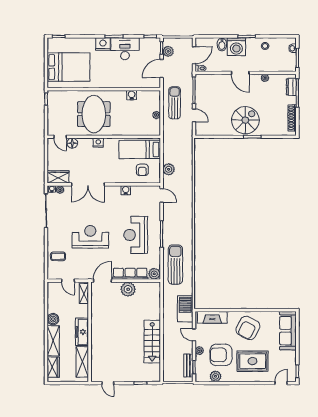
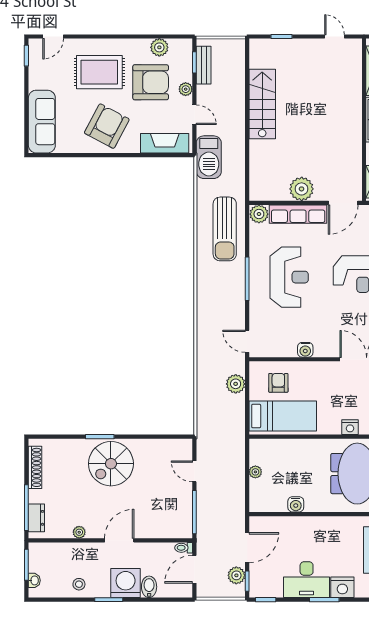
door: (240, 73) -> (119, 540), hinge flipped
sun lounger: (175, 103) -> (226, 492), removed

